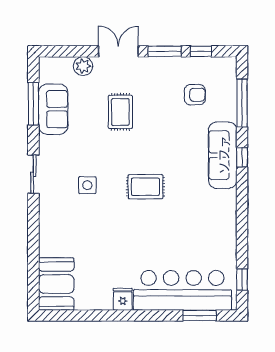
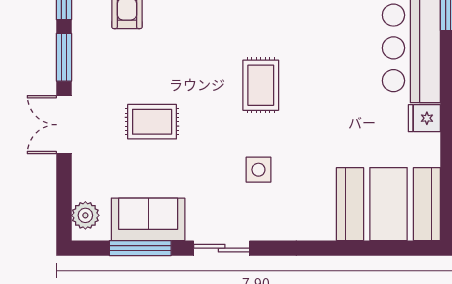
plant: (83, 66) -> (85, 215), moved
sliding door: (33, 174) -> (222, 248), moved
booth: (56, 284) -> (388, 204), width x1.36, depth x1.42

